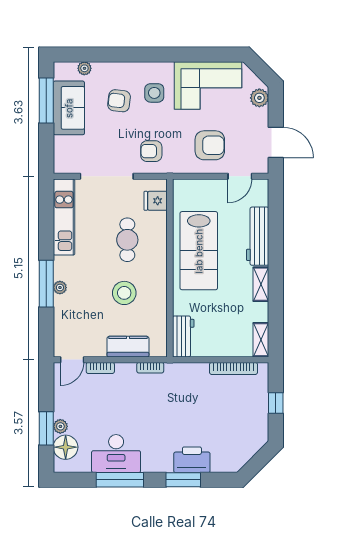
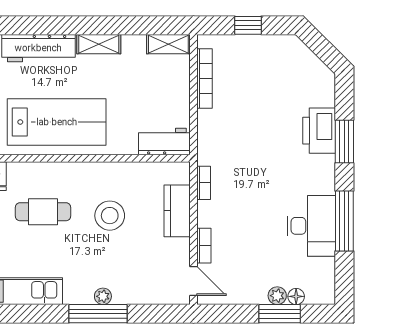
floor lamp: (66, 447) -> (296, 296), width x0.53, depth x0.53

